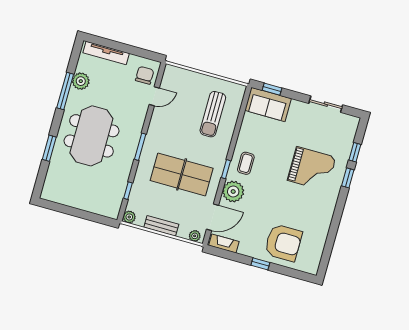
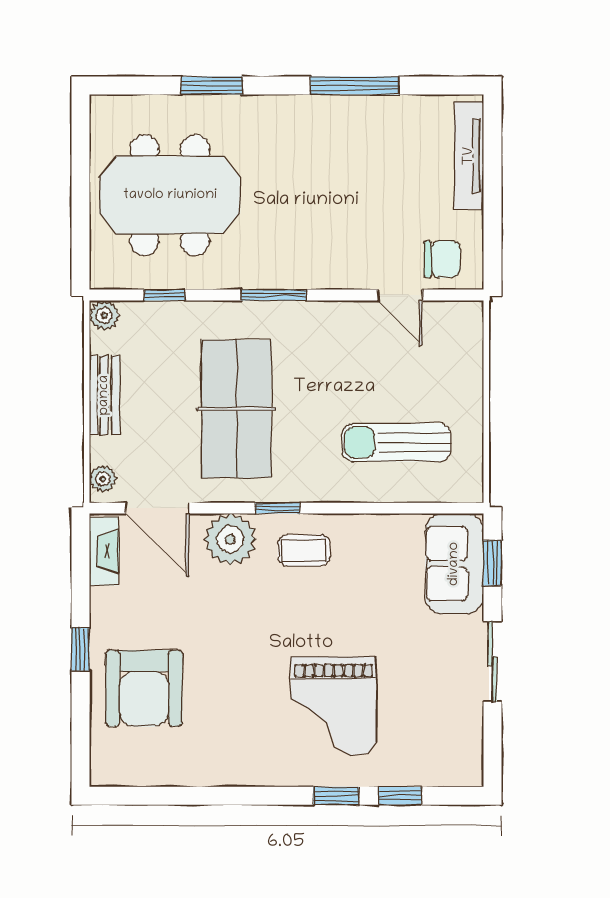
plant: (81, 81) -> (387, 115), removed
sliding door: (326, 104) -> (492, 661), moved
meeting table: (91, 136) -> (170, 195), moved

